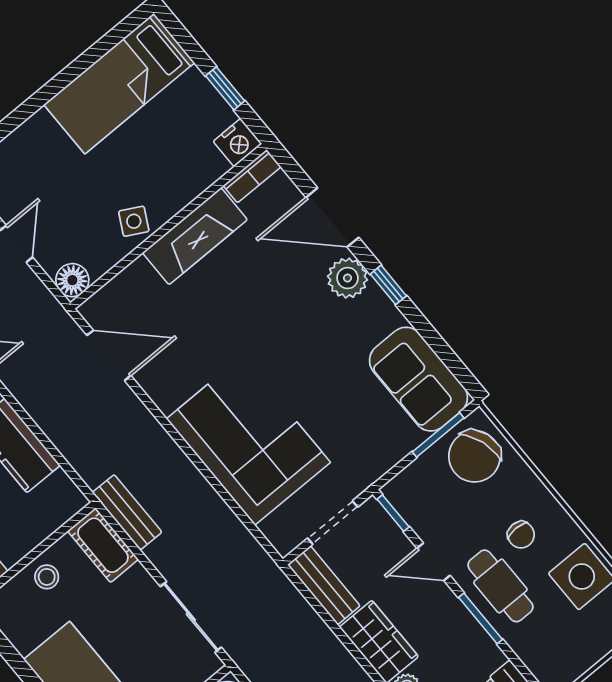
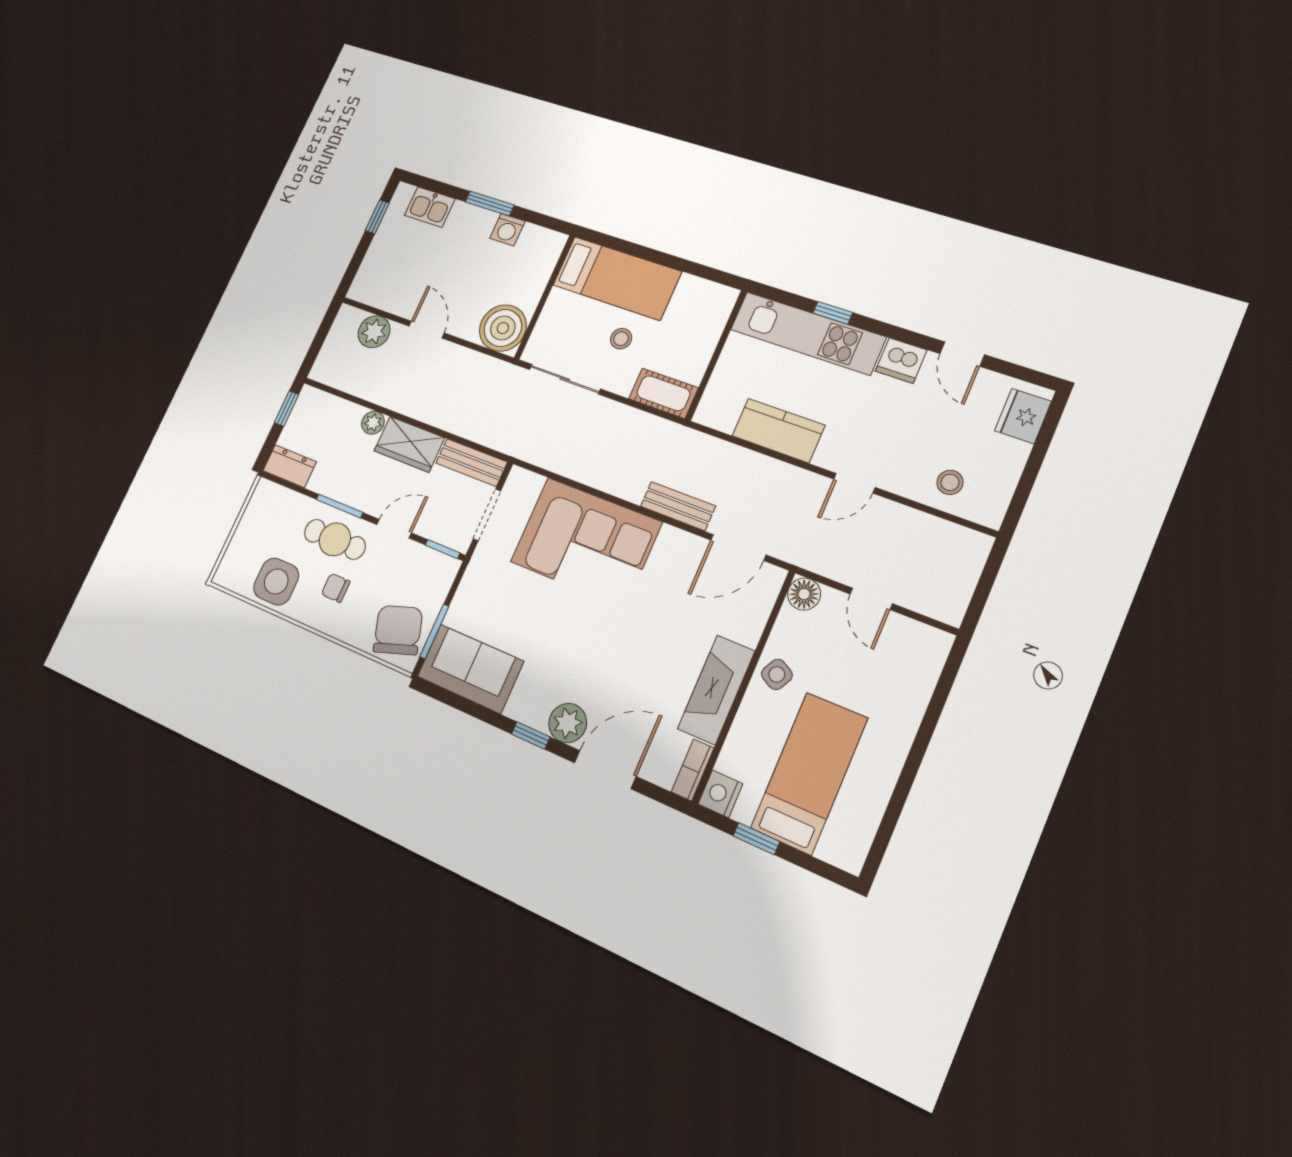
bed: (119, 84) -> (809, 773), moved
bench: (127, 512) -> (678, 506), moved
stool: (47, 577) -> (621, 339), moved

